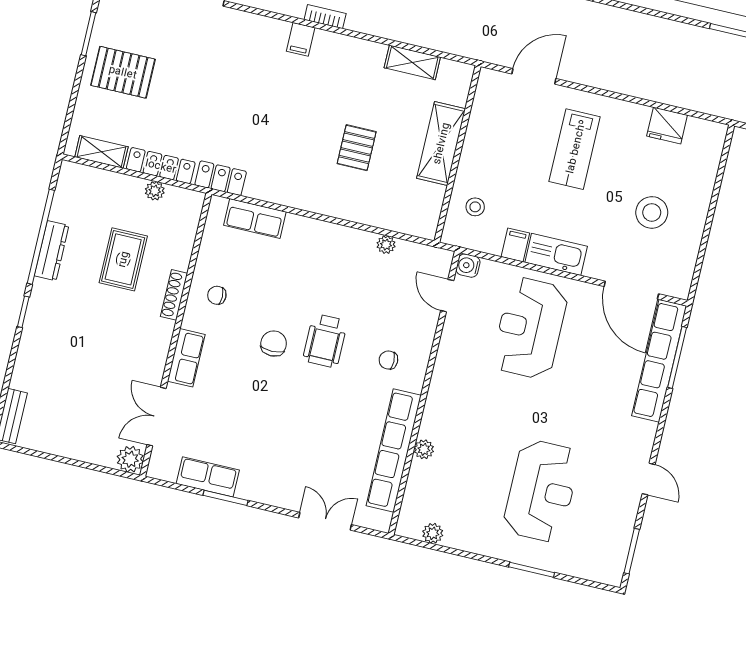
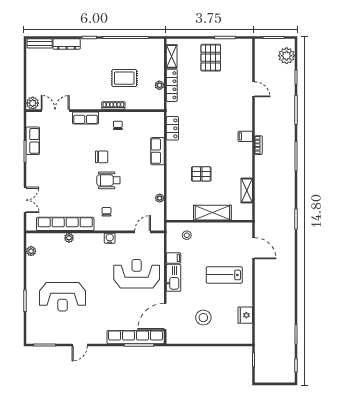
locker: (221, 178) -> (172, 128), moved
row of seats: (255, 219) -> (157, 151), moved
dresser: (52, 251) -> (67, 44), moved
water cooler: (468, 266) -> (110, 238), moved

